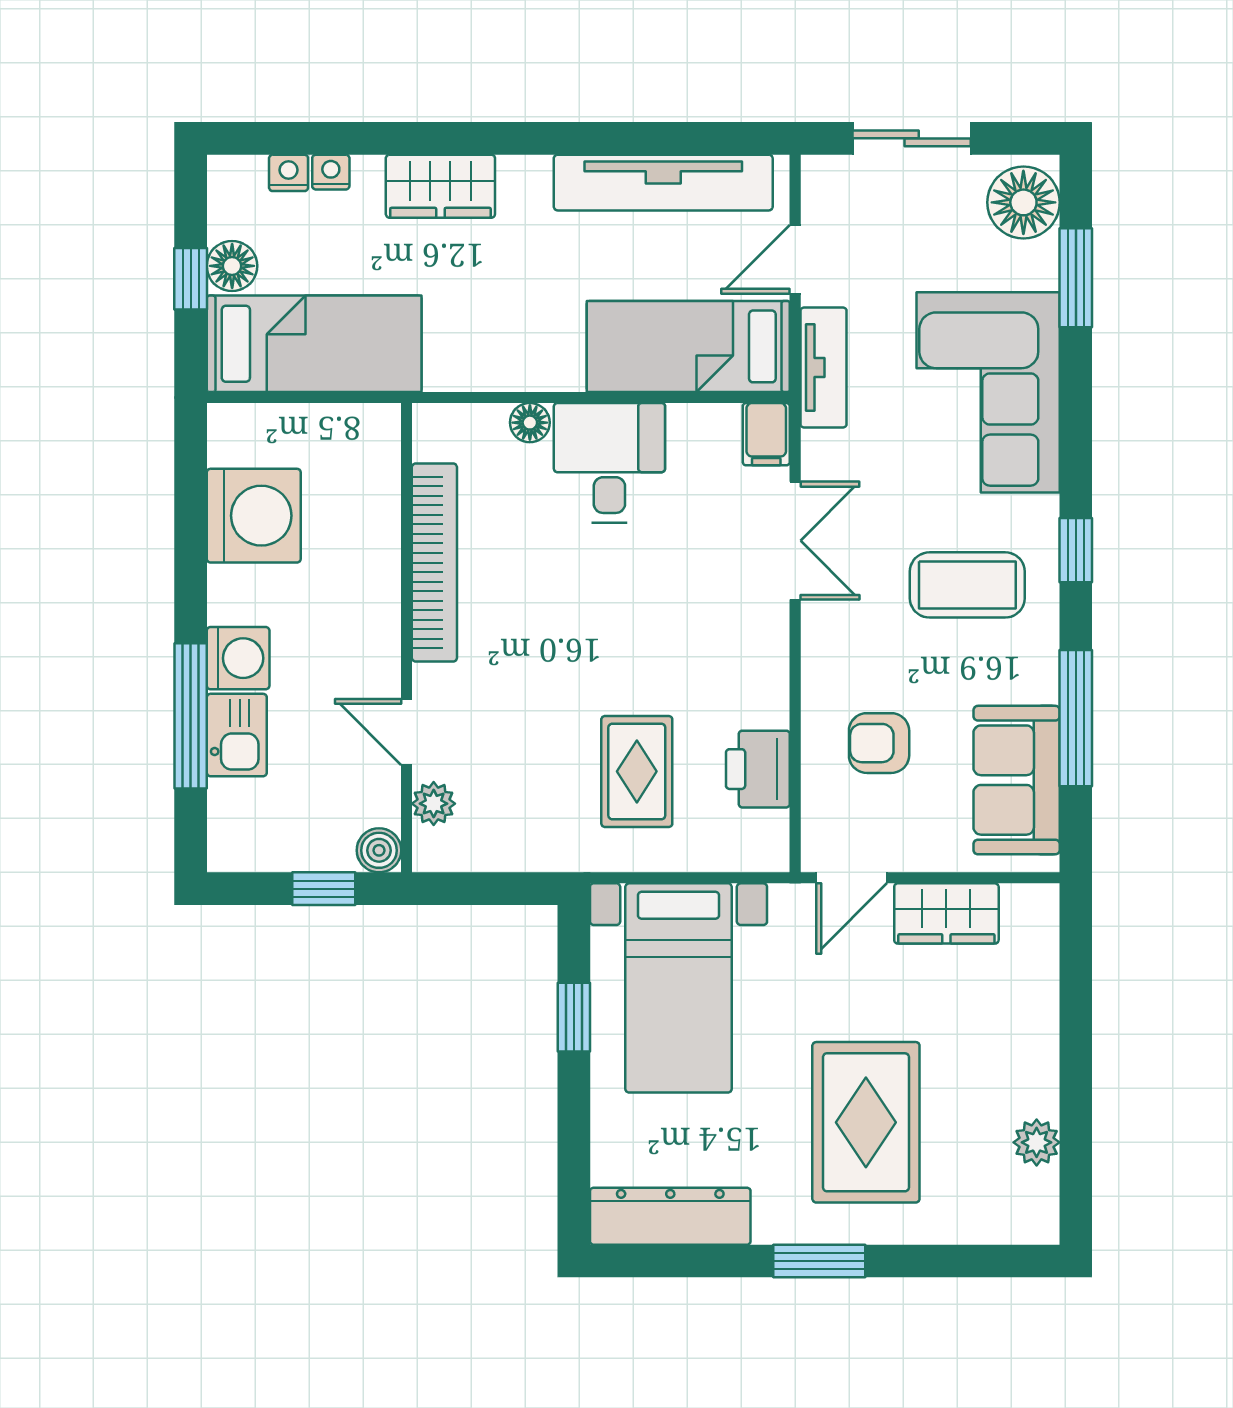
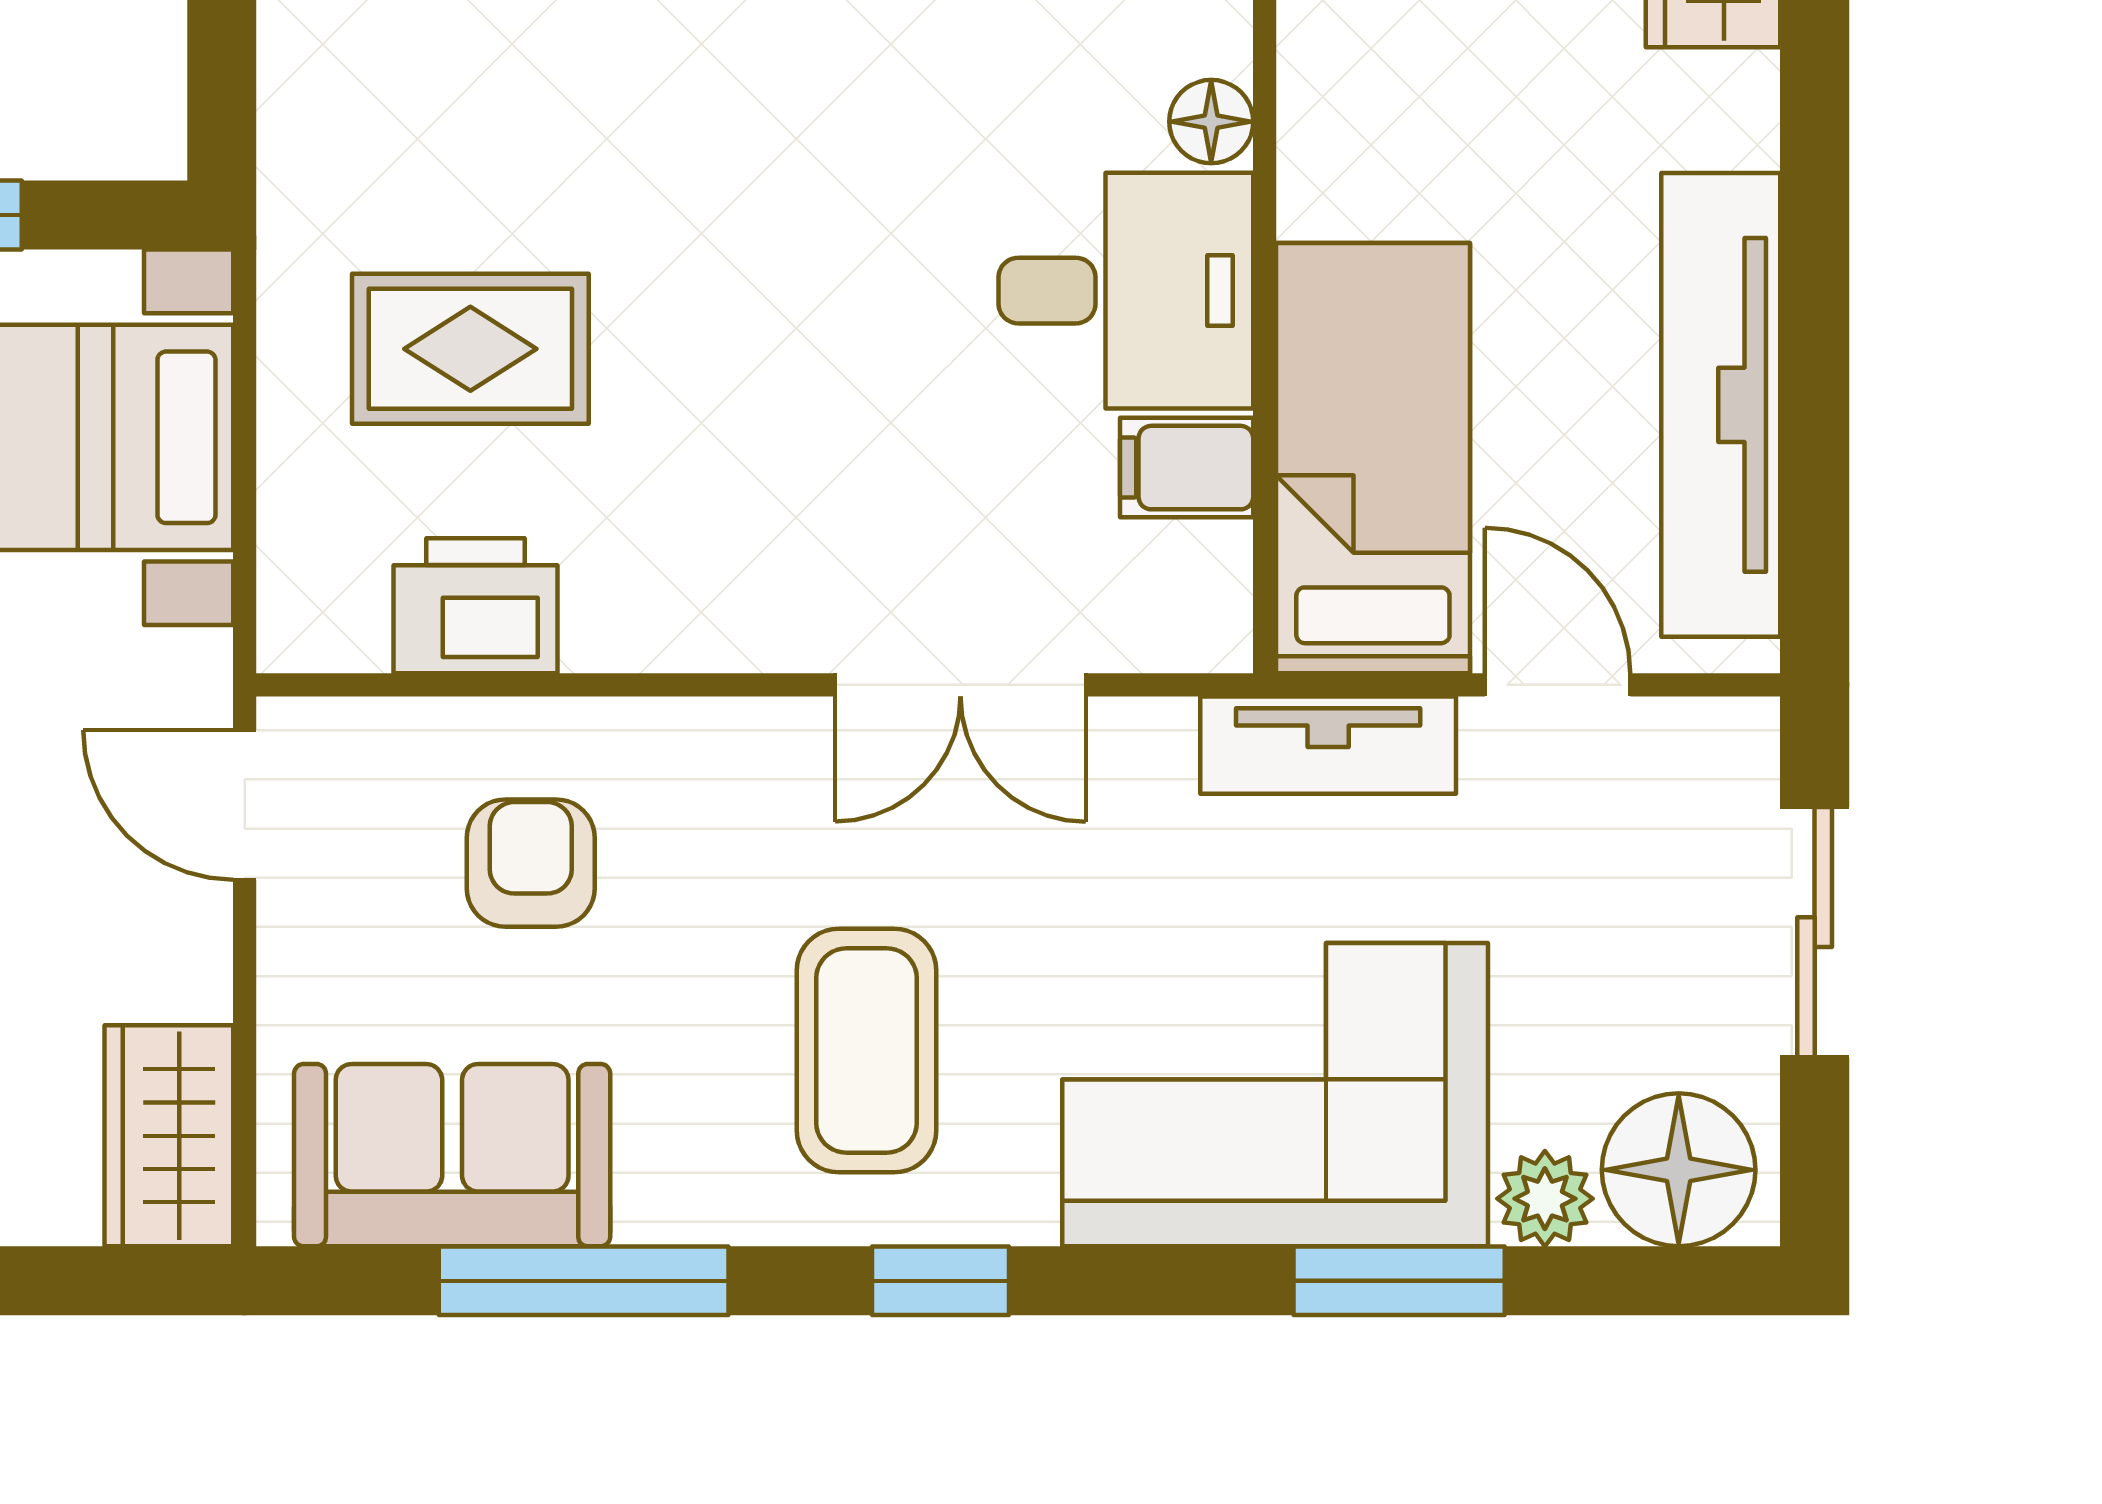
plant: (1037, 265) -> (1545, 1199), added
window: (1076, 278) -> (1399, 1281), moved
filing cabinet: (766, 434) -> (1187, 468), moved
wardrobe: (946, 913) -> (169, 1136), moved

